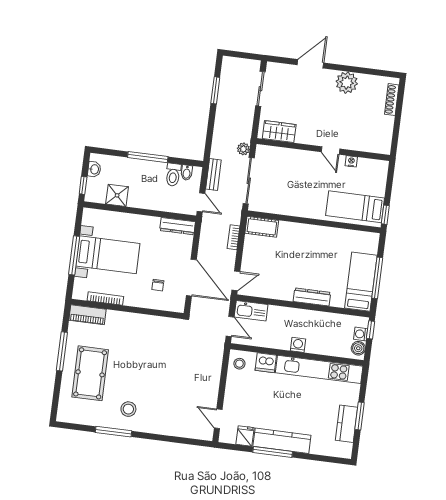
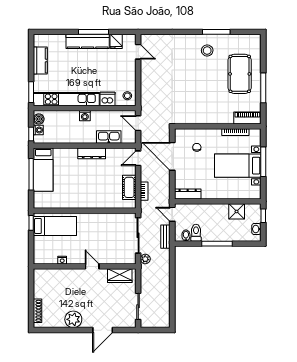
window: (215, 90) -> (172, 301), removed
door: (330, 150) -> (92, 266), moved
cot: (262, 227) -> (129, 187), moved, turned 90
dresser: (312, 297) -> (92, 153), moved
kitchen sink: (251, 311) -> (109, 137), moved
window: (360, 416) -> (31, 92), moved

